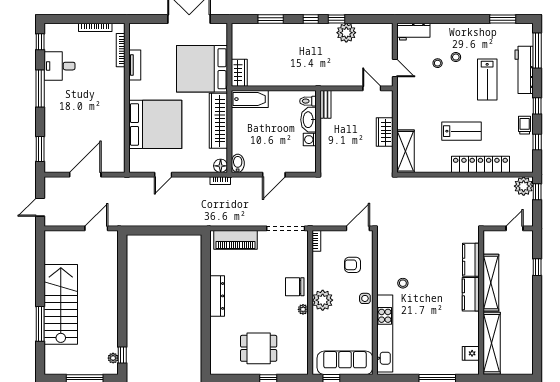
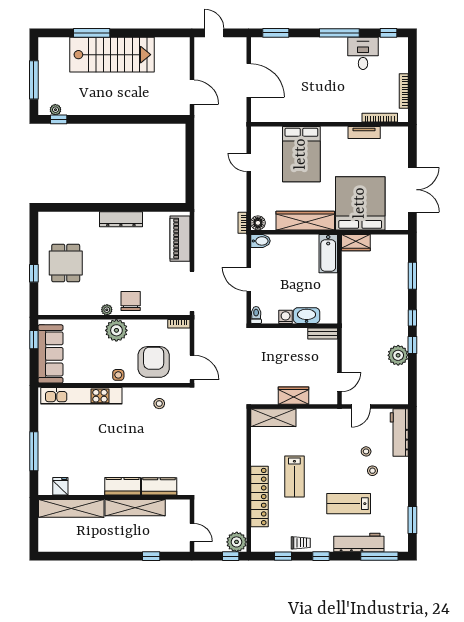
workbench: (413, 32) -> (399, 432), width x1.37
toilet: (308, 101) -> (256, 315), moved
bed: (155, 124) -> (301, 154), width x0.73
armchair: (353, 265) -> (154, 362), width x1.88, depth x1.88
stool: (403, 283) -> (159, 404), moved

